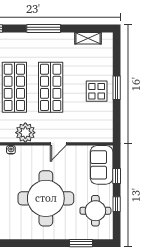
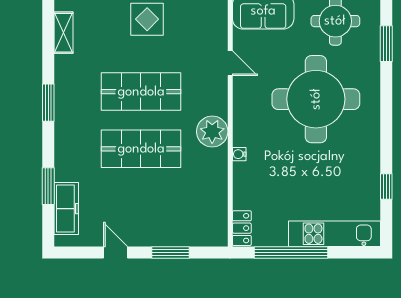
window: (44, 28) -> (48, 103), width x0.69
door: (58, 144) -> (230, 63), moved

